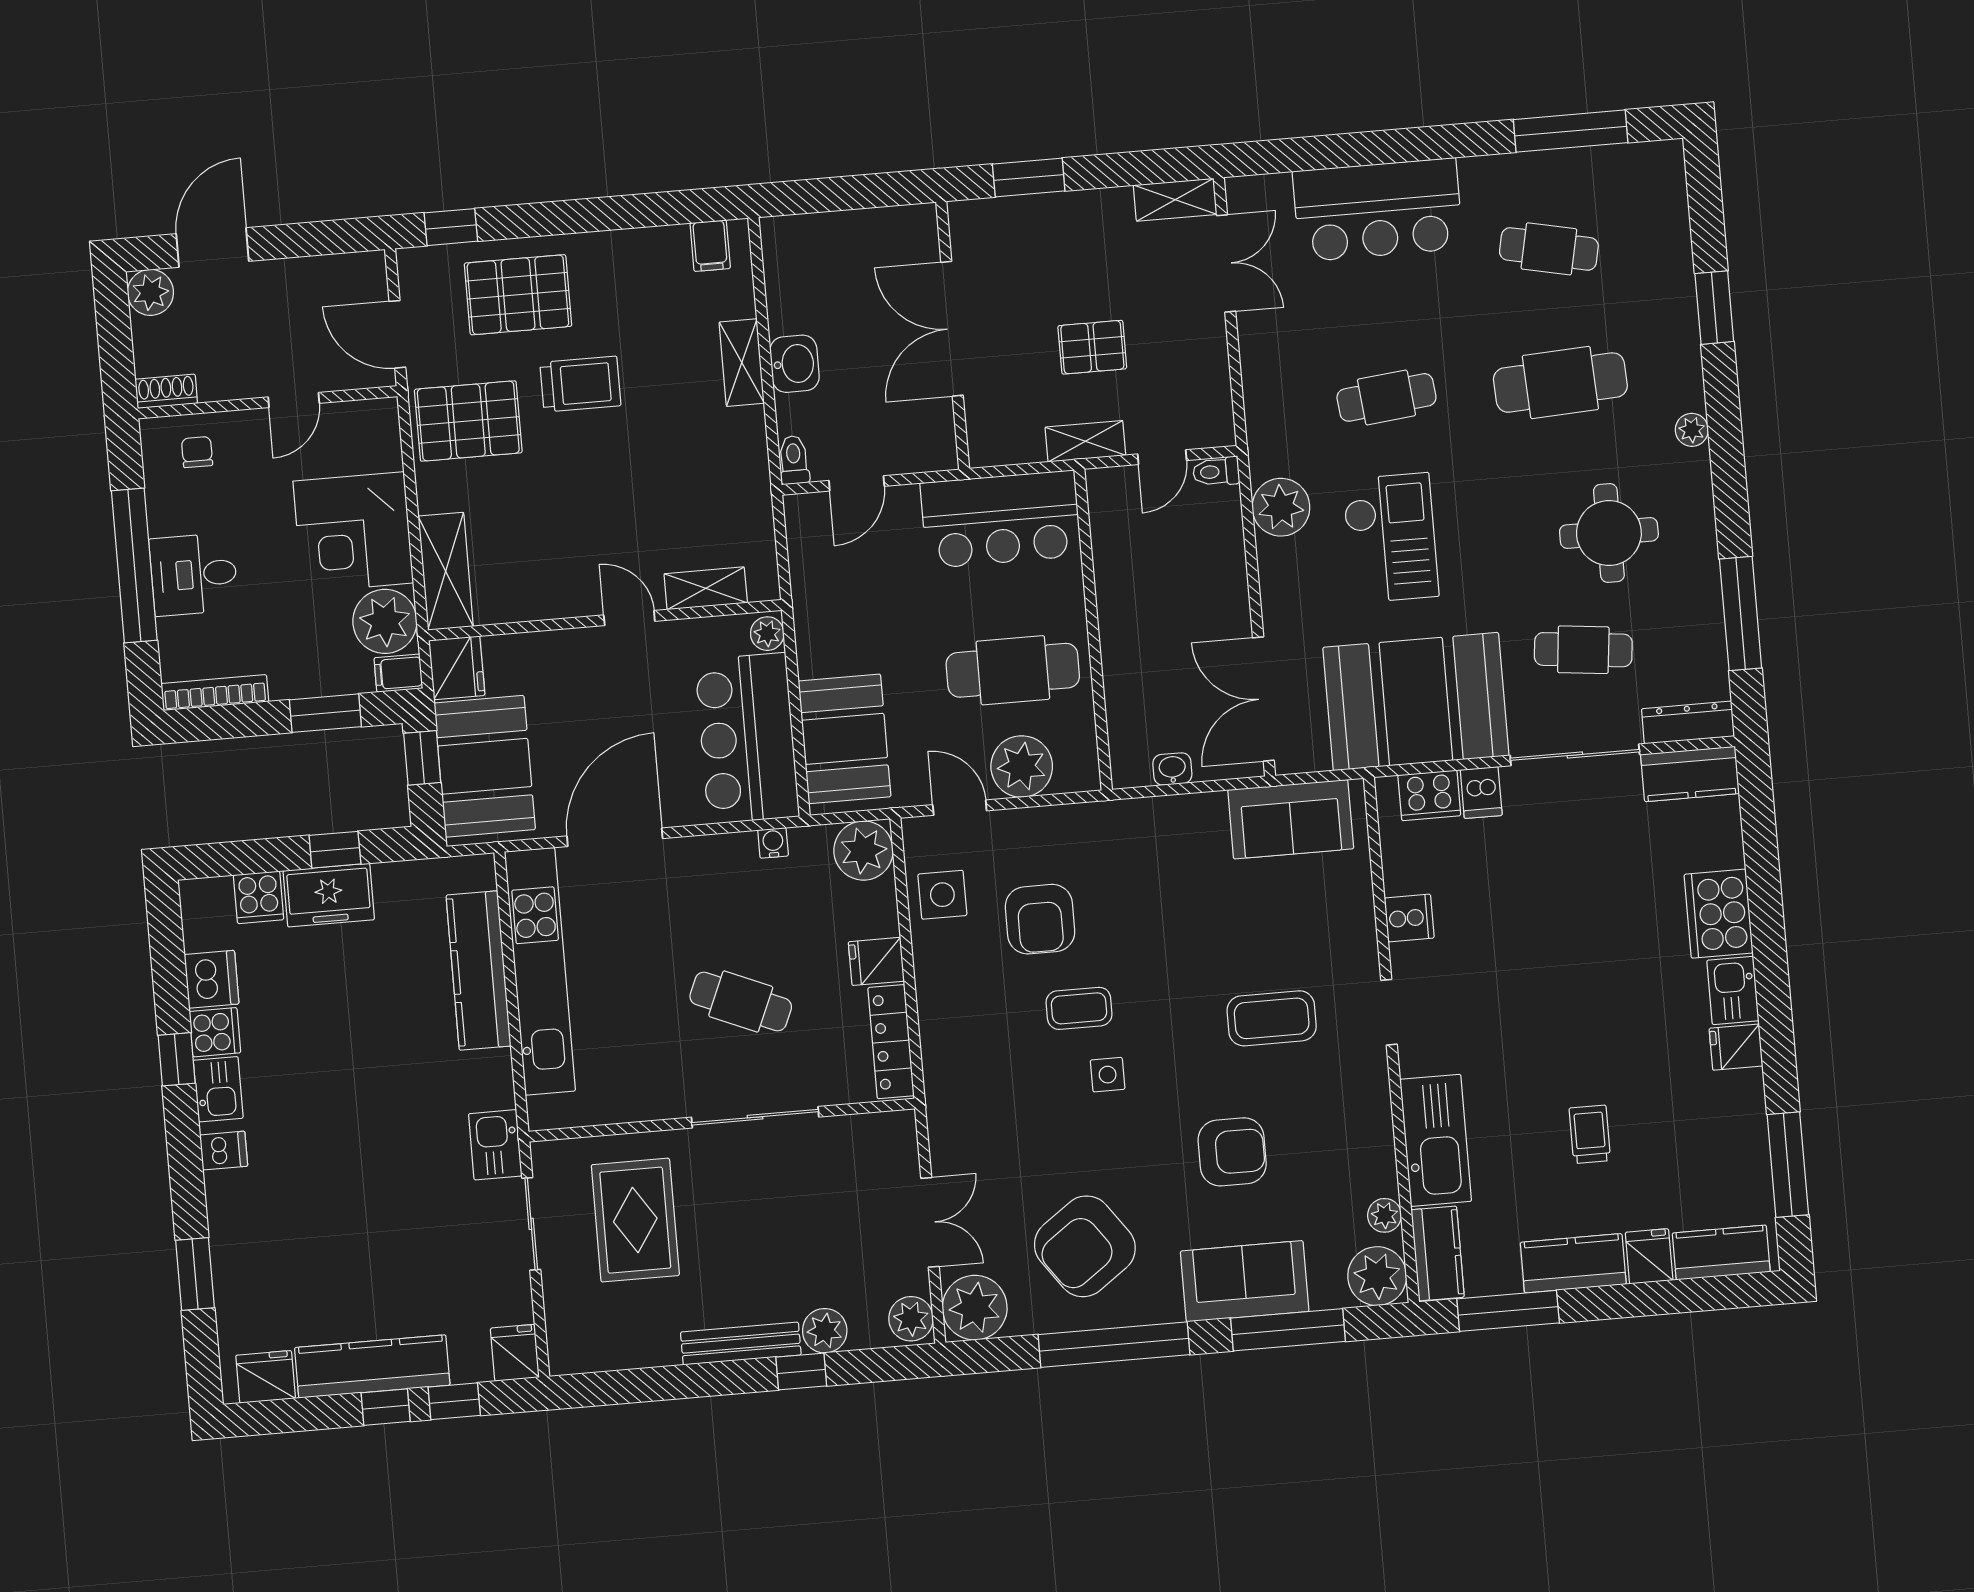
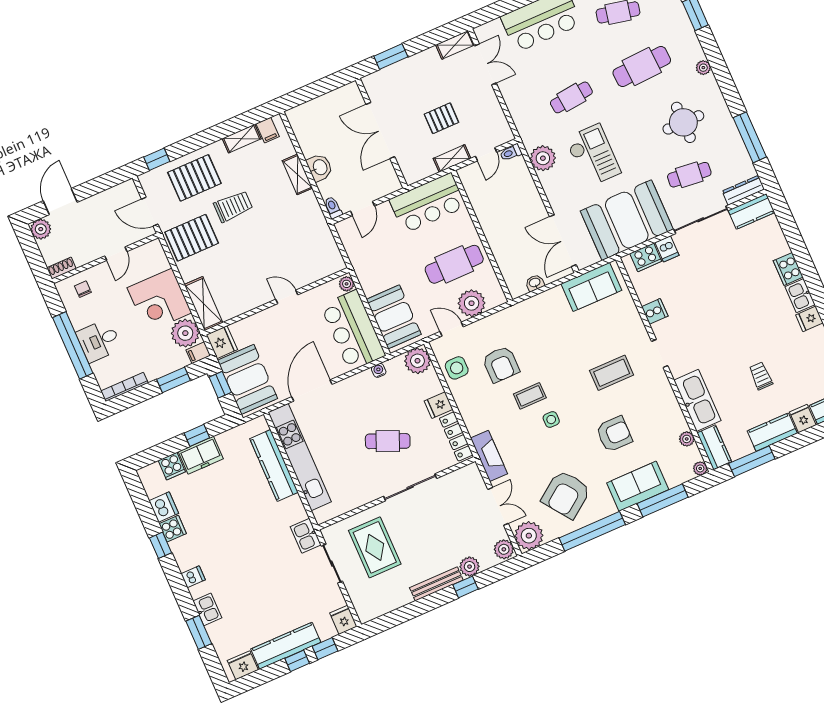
shelving: (706, 588) -> (242, 139), moved
cooker: (1719, 914) -> (788, 269), width x0.73, depth x0.76
kitchen sink: (218, 1089) -> (207, 609), moved
fireplace: (947, 1107) -> (489, 456), added
plant: (1377, 1276) -> (700, 468), width x0.53, depth x0.53

